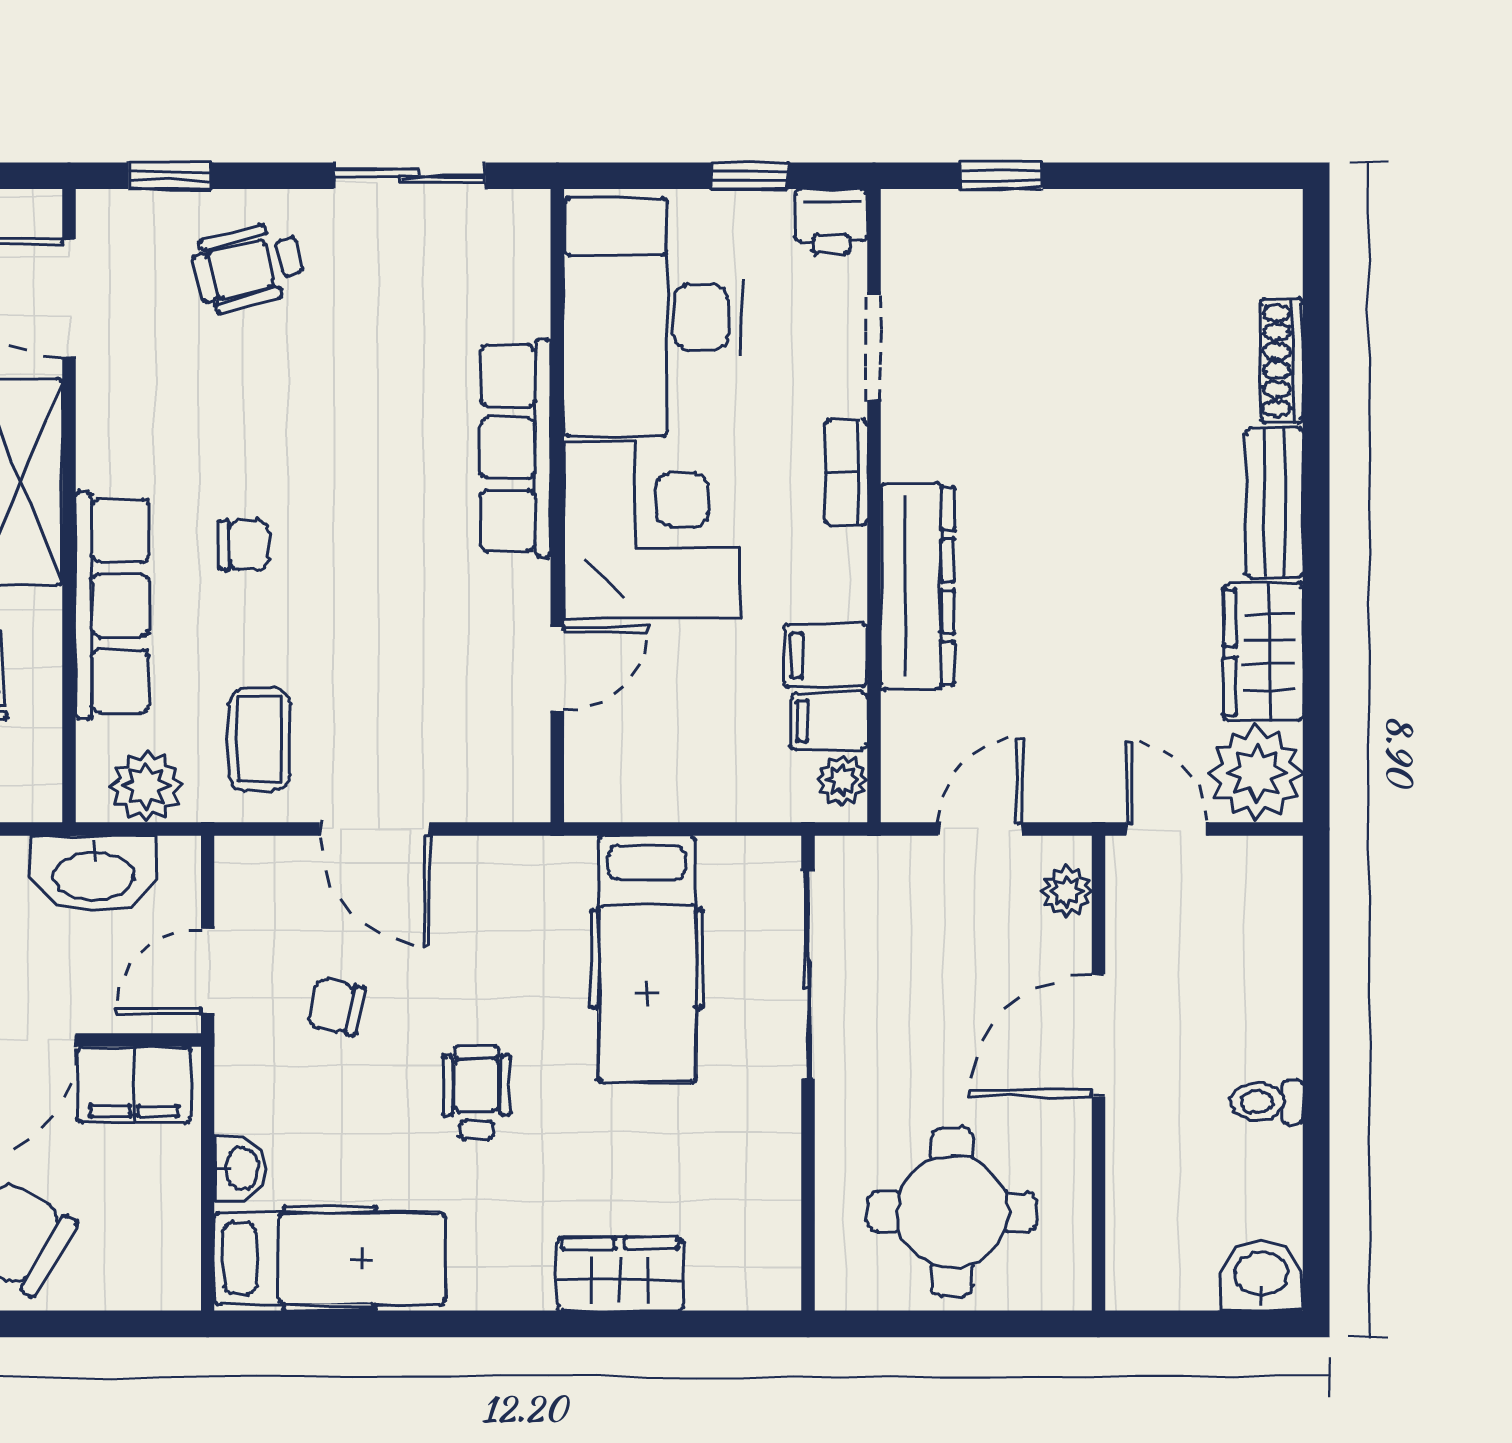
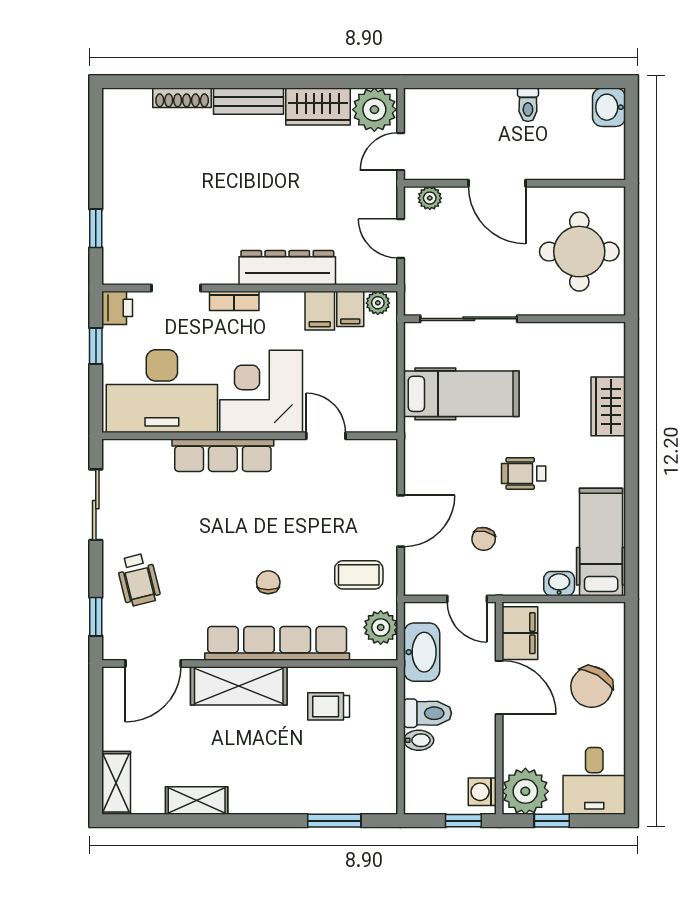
row of seats: (112, 606) -> (277, 643), width x1.36

